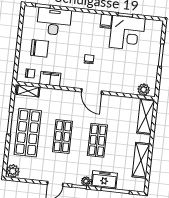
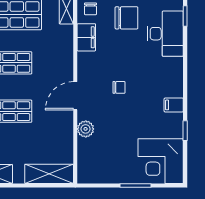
corner desk: (127, 33) -> (161, 161), moved
chair: (40, 48) -> (126, 18), turned -90
plant: (144, 90) -> (86, 129), moved

